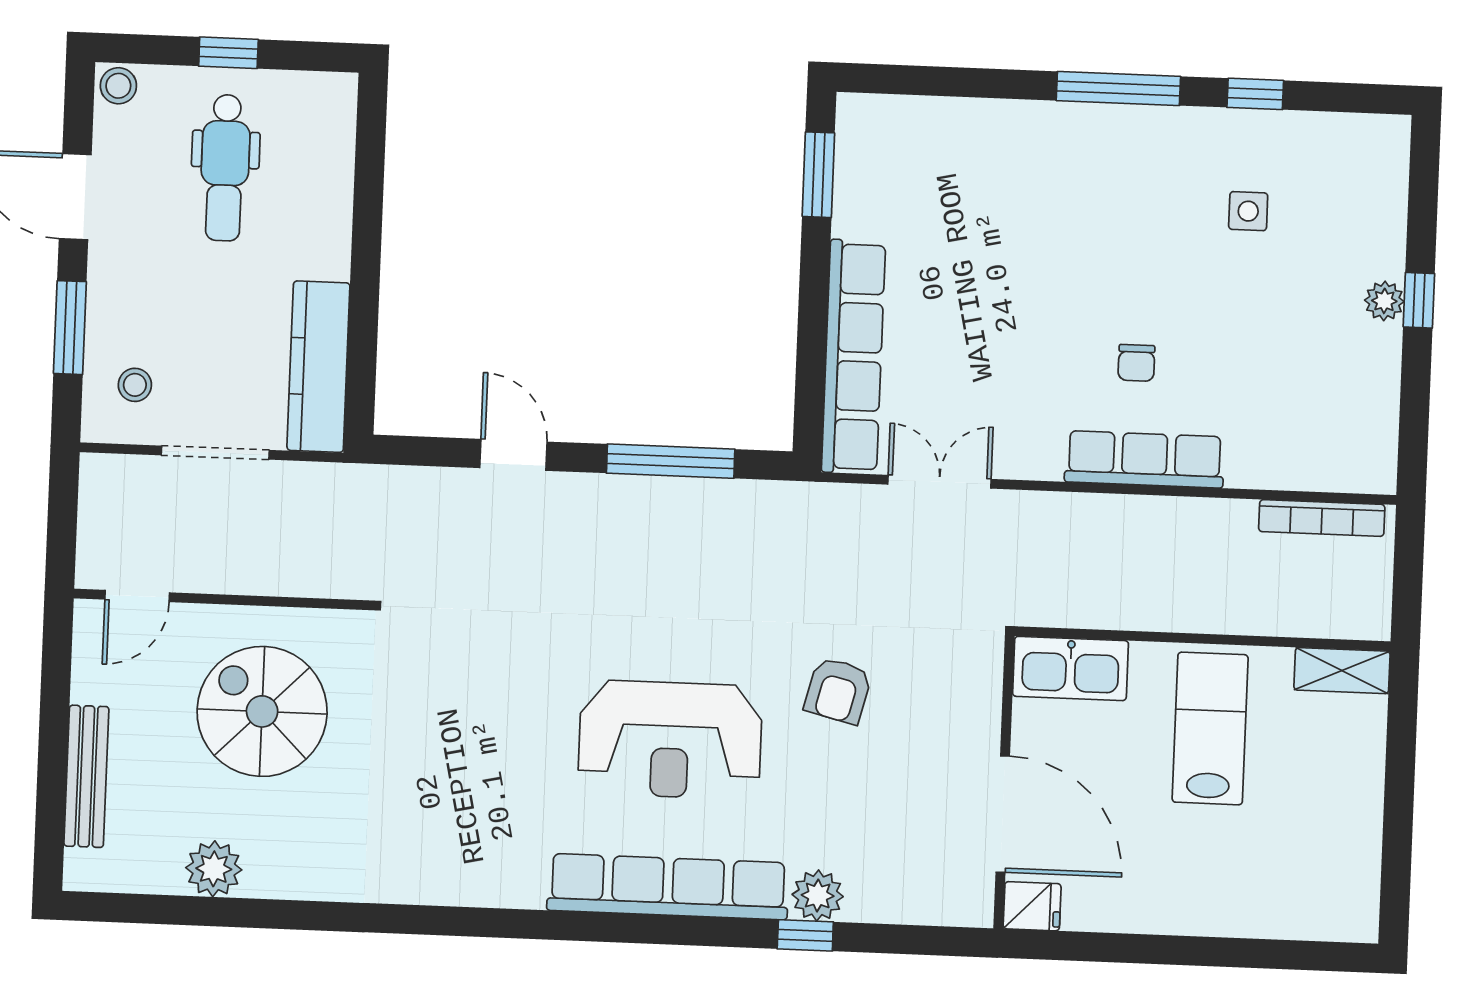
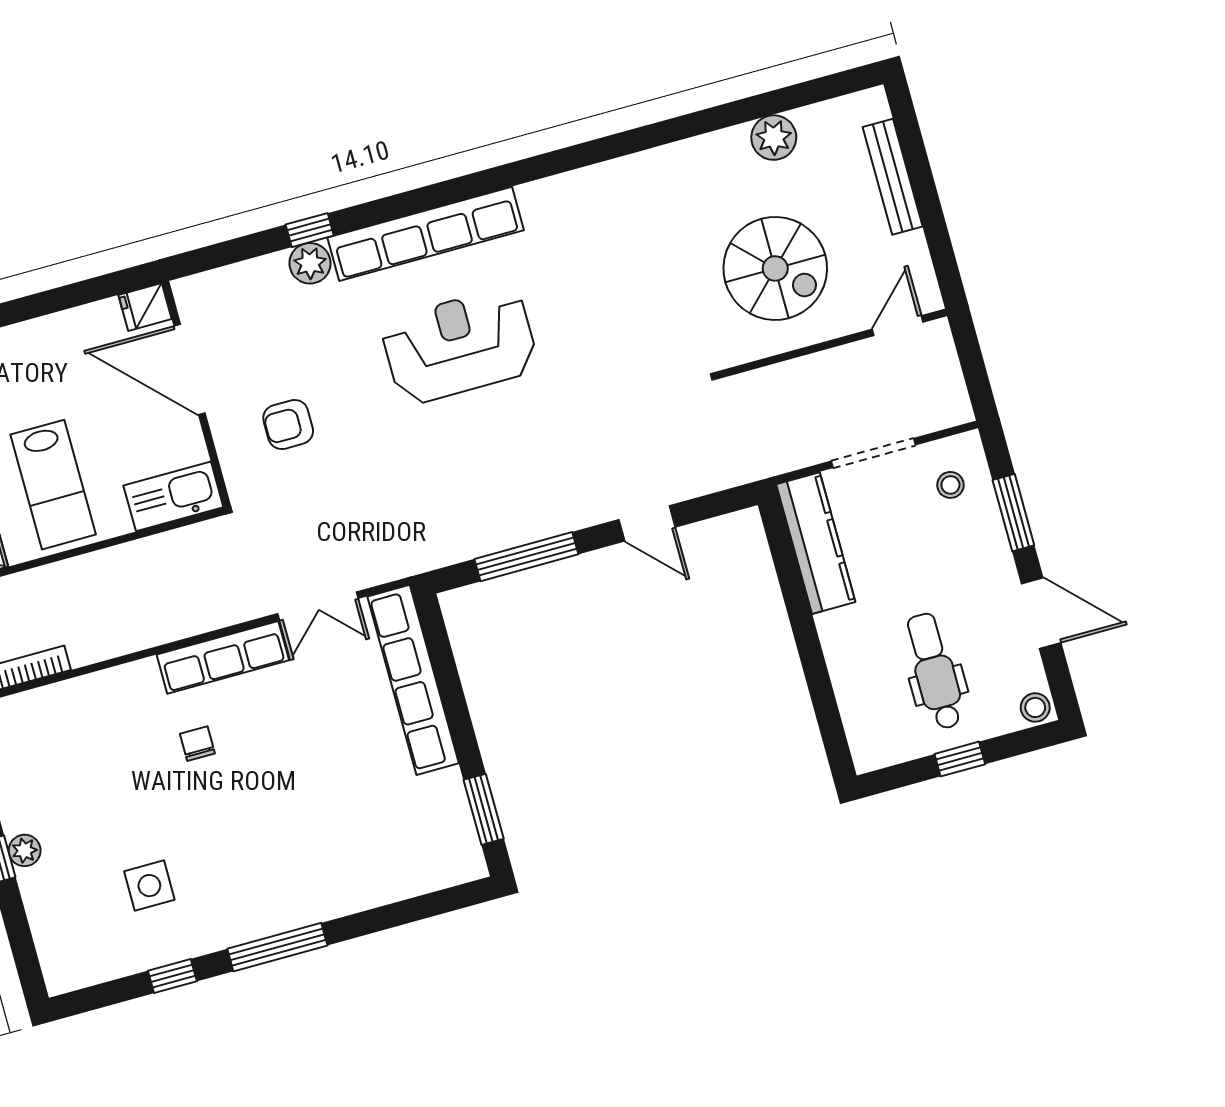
side table: (1248, 211) -> (149, 886), width x1.37, depth x1.37
row of seats: (1144, 459) -> (223, 657), moved
armchair: (838, 691) -> (288, 425), moved, turned -104

